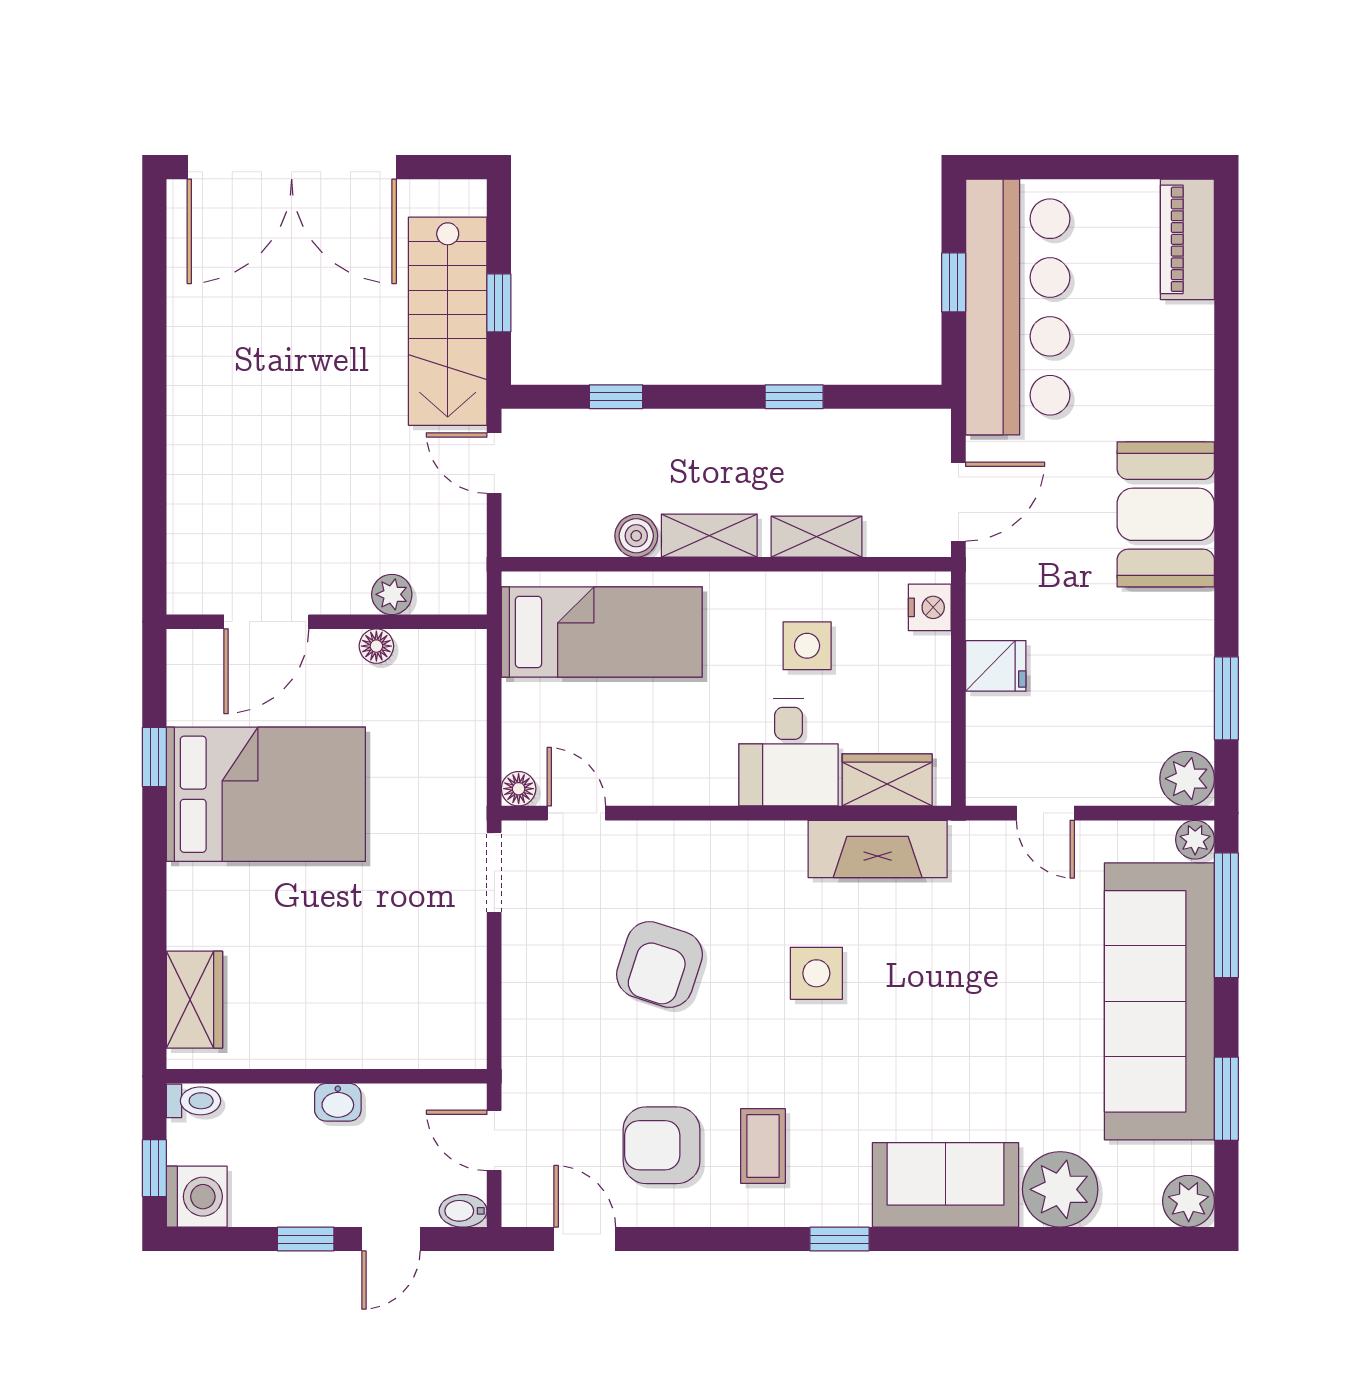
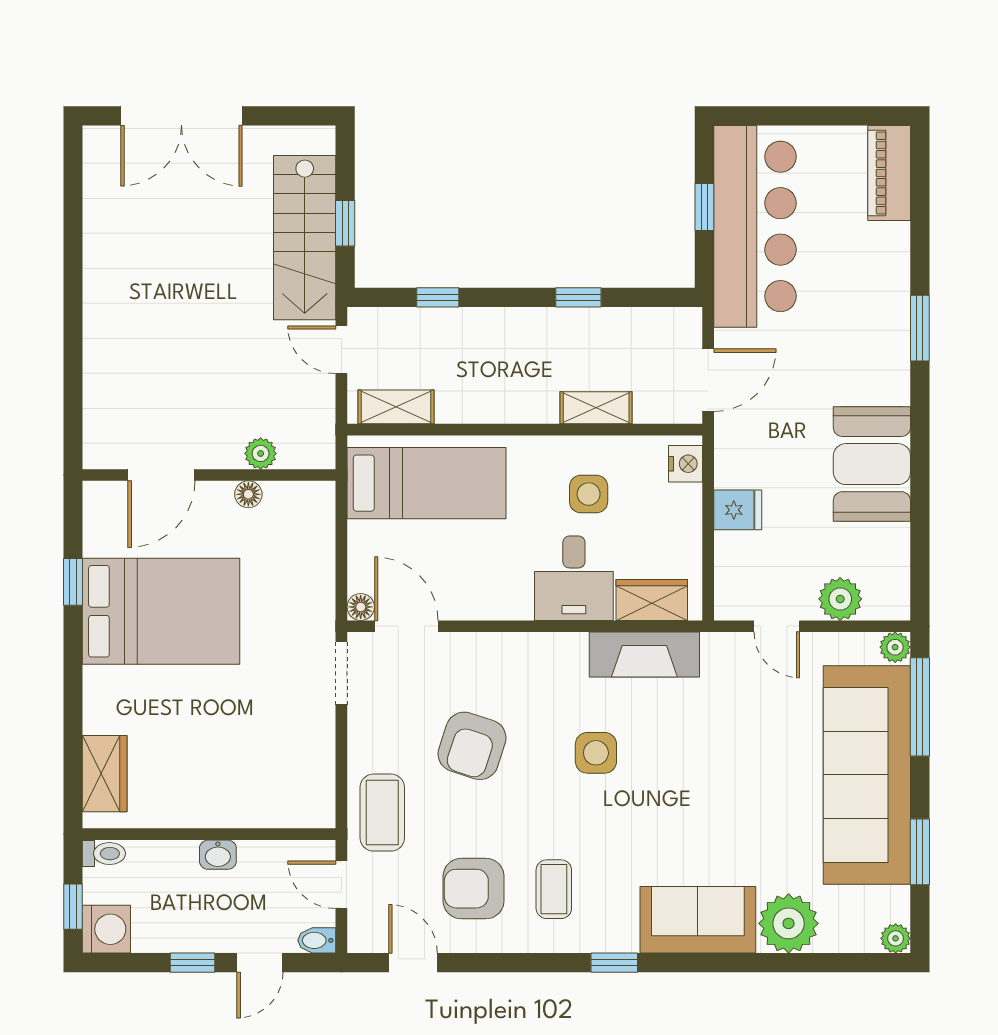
double door: (292, 167) -> (181, 116), width x0.73
booth: (1166, 514) -> (872, 464), moved
boiler: (636, 536) -> (454, 407), removed
shelving: (709, 536) -> (396, 407), moved
window: (1226, 698) -> (920, 328), moved
plant: (1187, 779) -> (840, 599), moved
door: (576, 813) -> (406, 626), width x1.38
coffee table: (546, 1049) -> (382, 813), added
plant: (1189, 1201) -> (896, 938), width x0.73, depth x0.73

